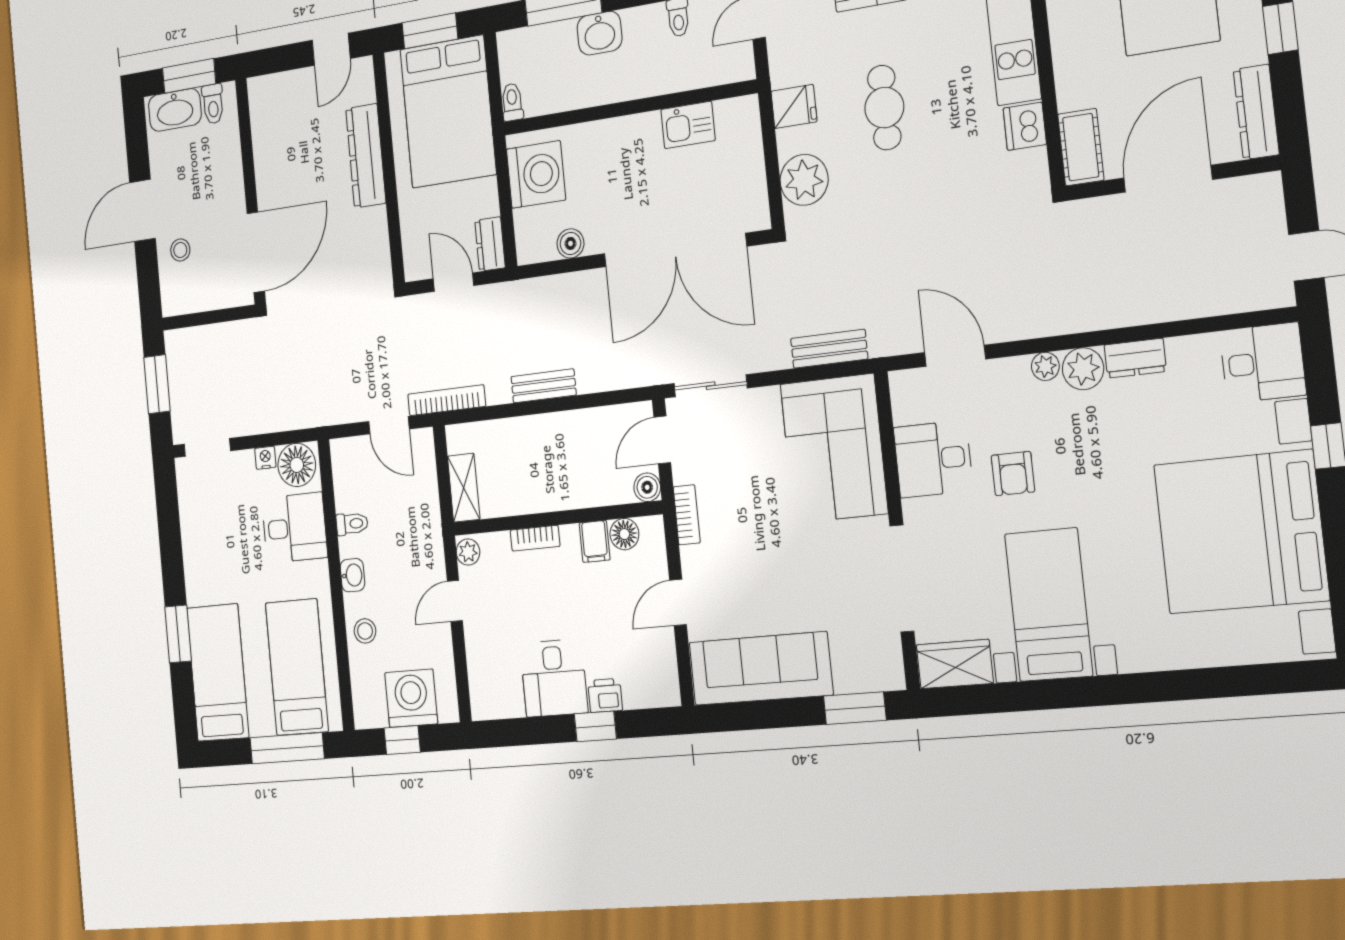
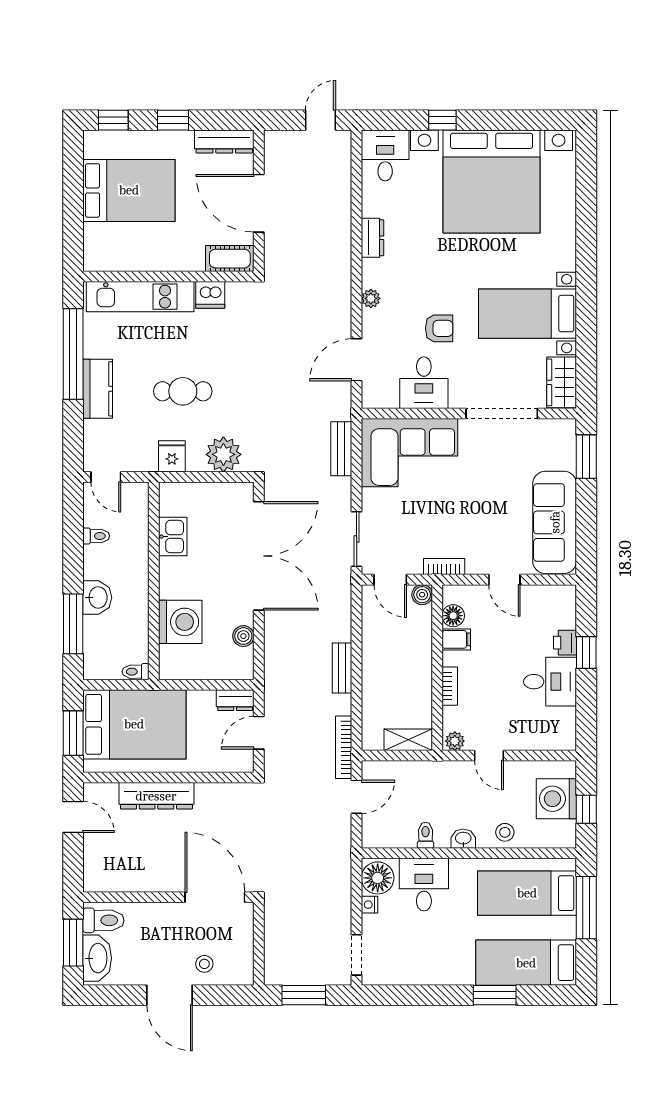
toilet: (213, 104) -> (103, 920), width x1.37, depth x1.39
washing machine: (536, 174) -> (180, 622), moved, turned 90
plant: (1083, 369) -> (375, 273), removed

